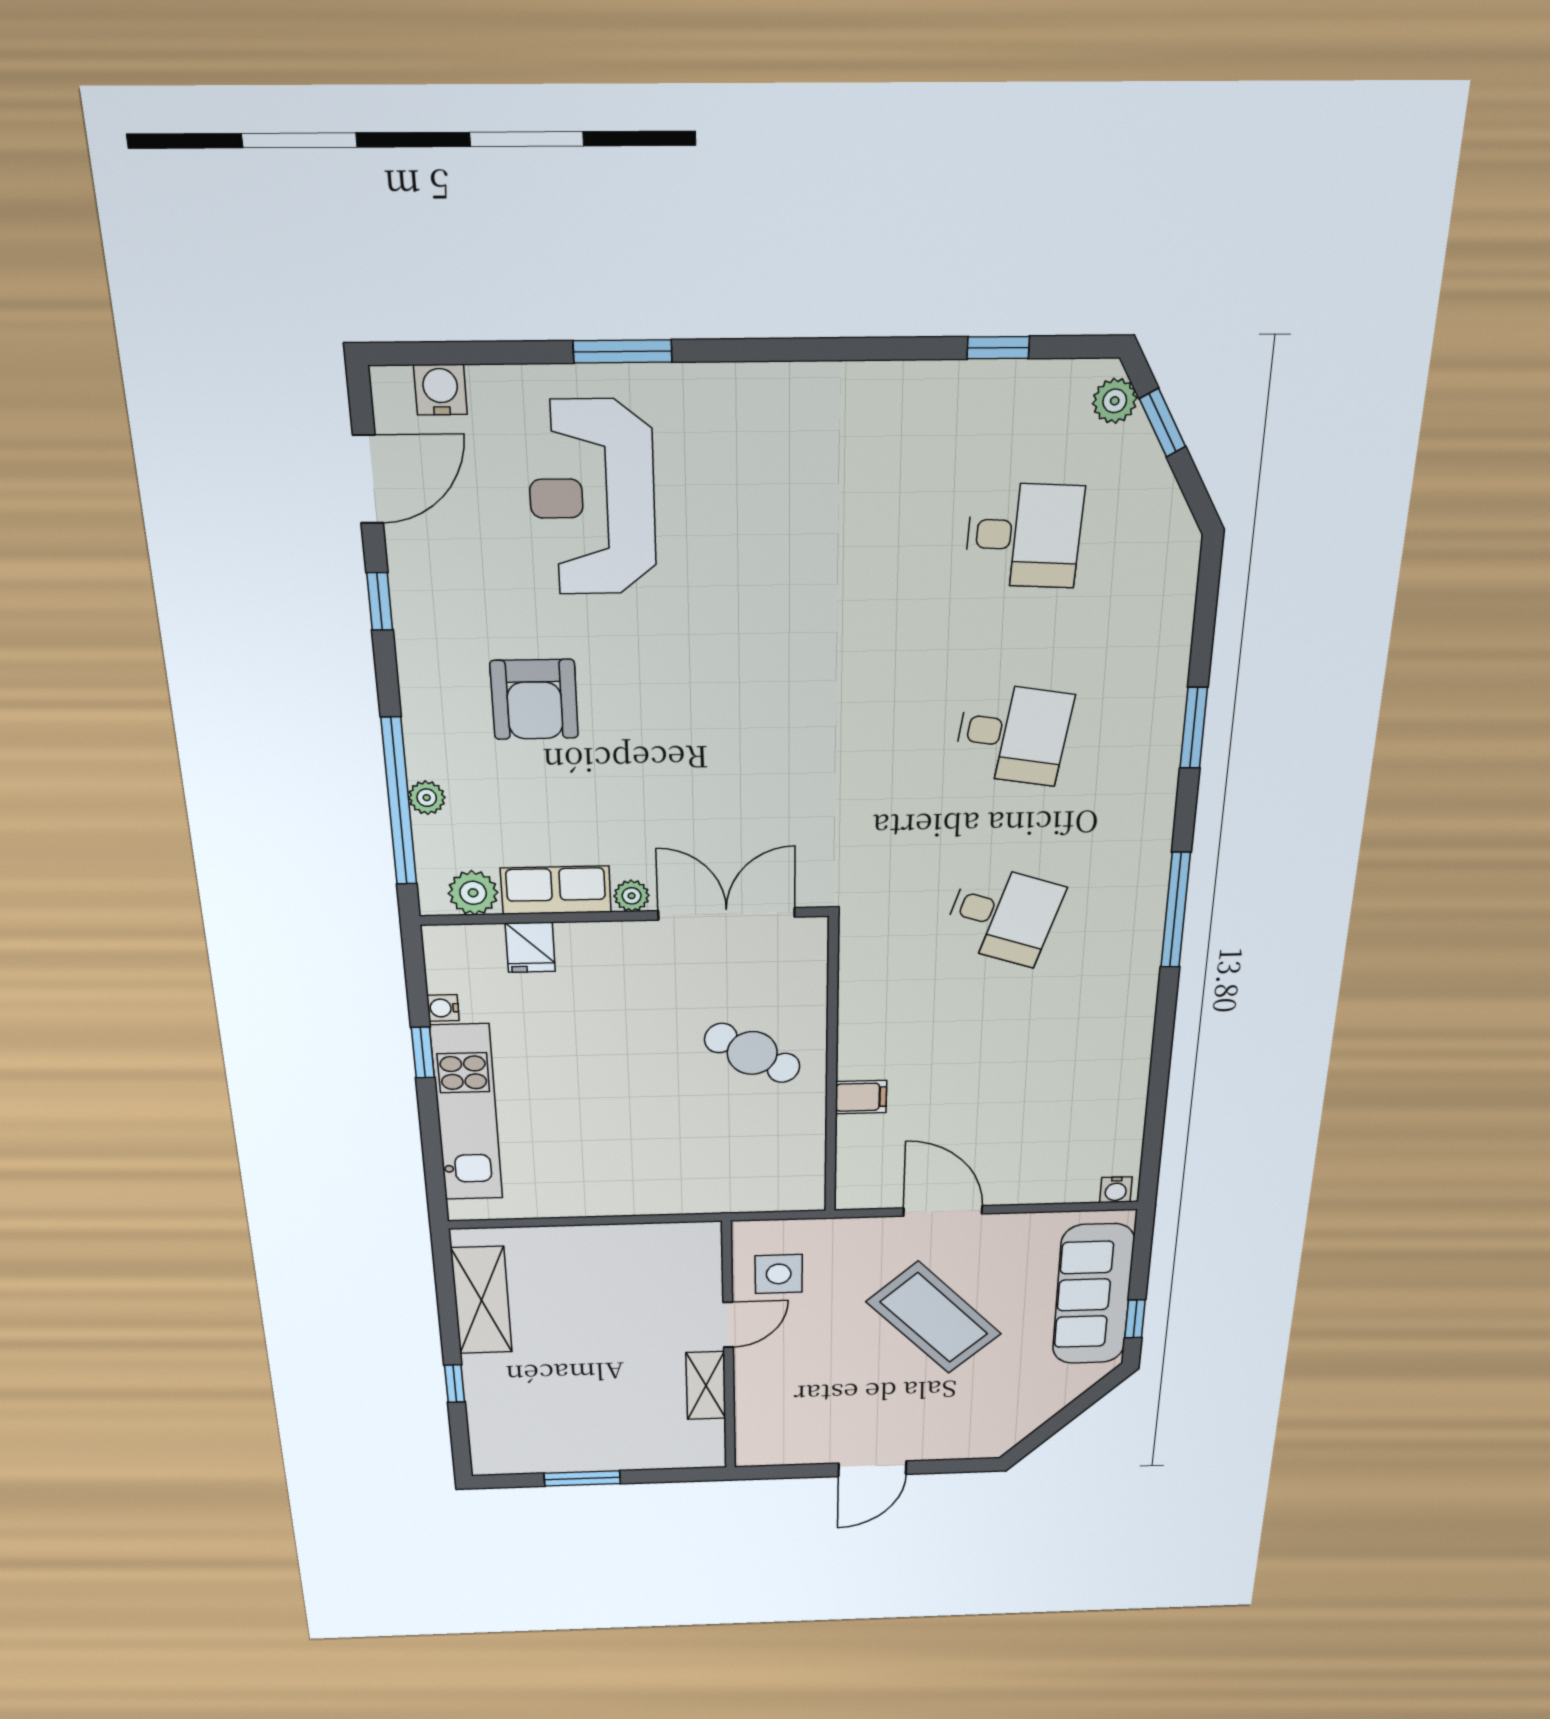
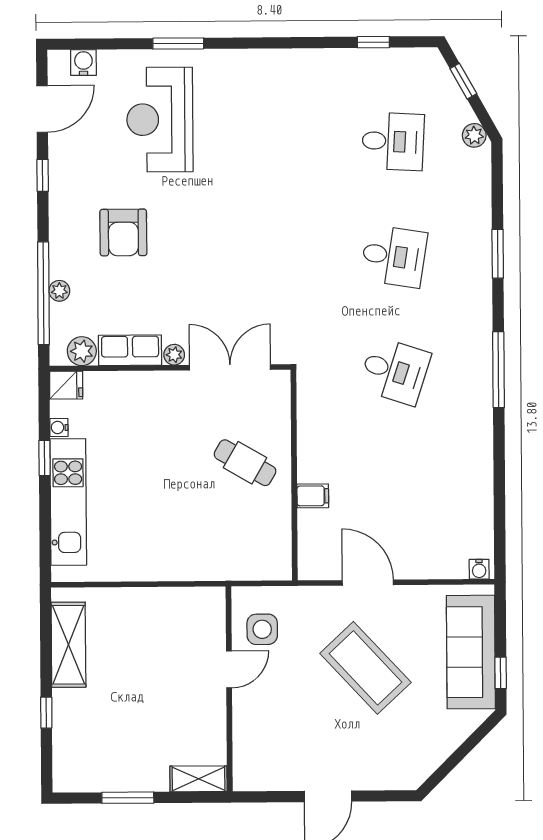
plant: (1115, 401) -> (474, 135), moved
fridge: (530, 947) -> (66, 385), moved, turned -90
shelving: (706, 1386) -> (198, 779), moved, turned 90

